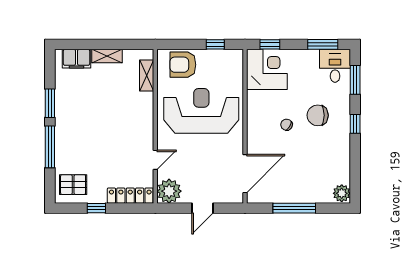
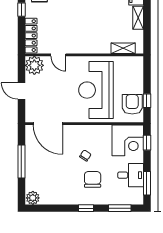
armchair: (183, 65) -> (132, 104), moved
desk: (335, 66) -> (131, 175), moved
reception desk: (201, 111) -> (96, 90), turned 180

